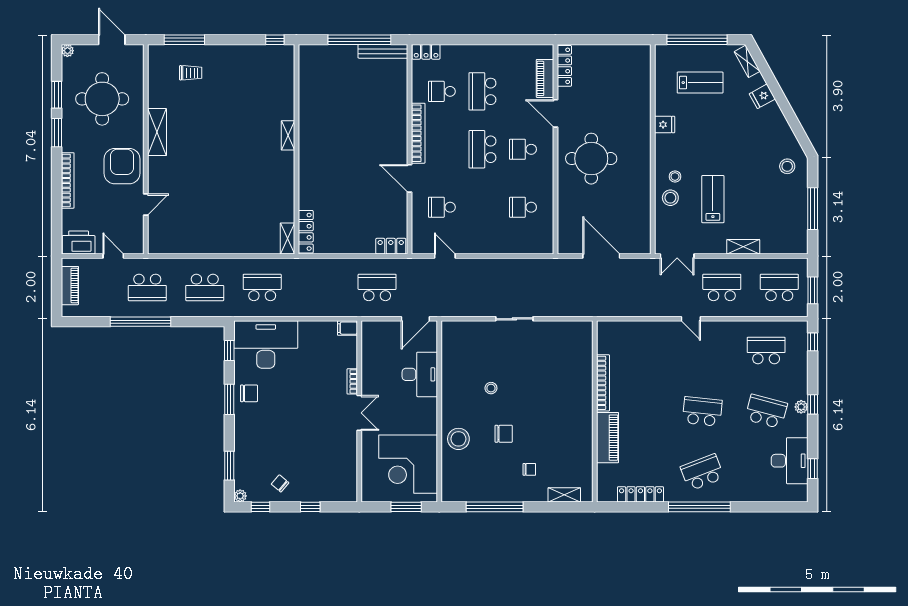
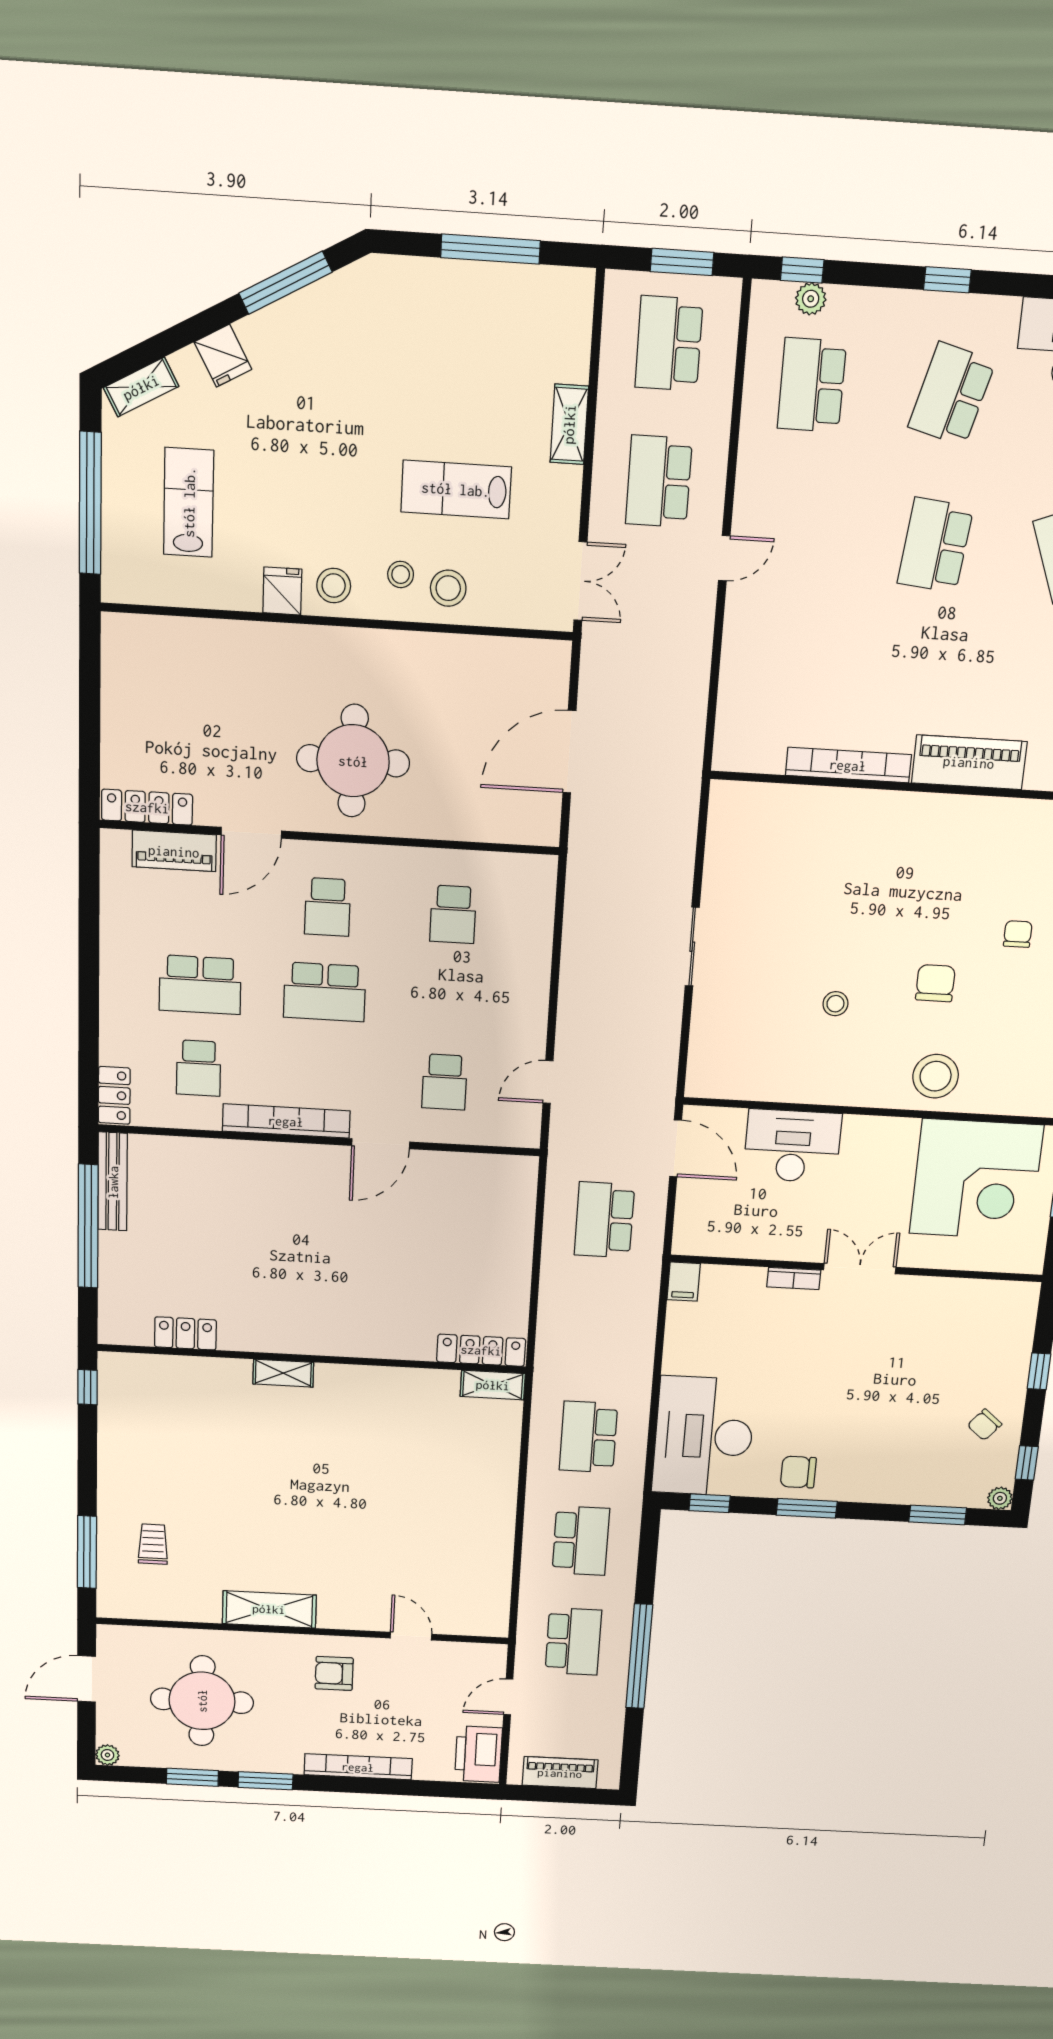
window: (794, 122) -> (285, 283), added
armchair: (122, 166) -> (334, 1673), width x0.53, depth x0.53
stool: (787, 166) -> (334, 586), moved
locker: (391, 246) -> (185, 1333), moved, turned 90
chair: (249, 393) -> (798, 1472), turned -90
plant: (801, 407) -> (811, 299), moved

